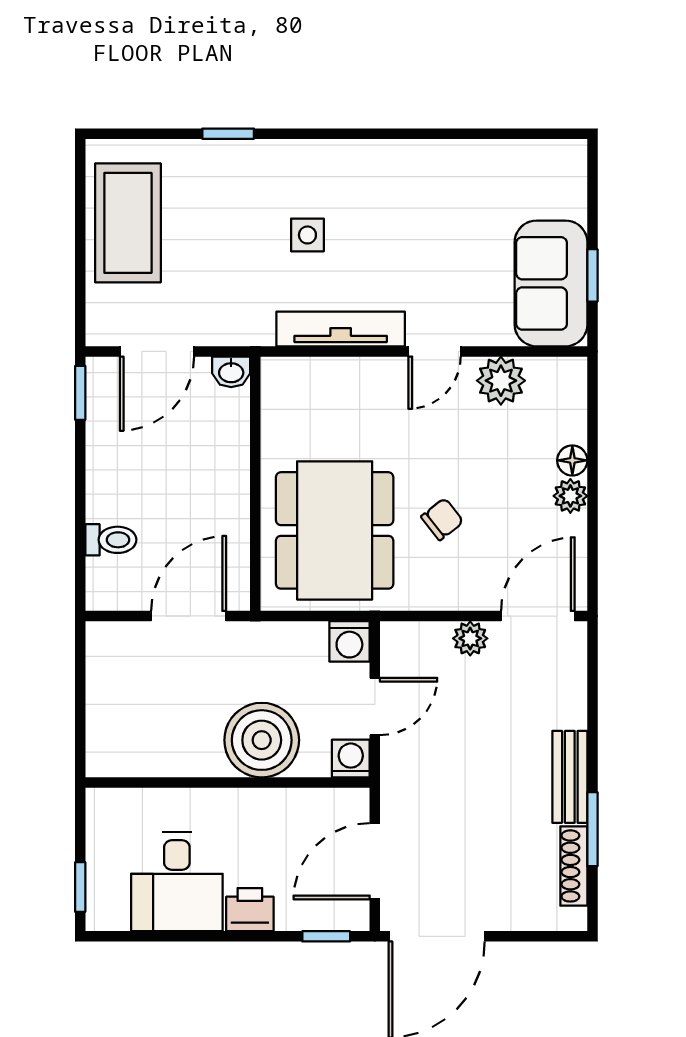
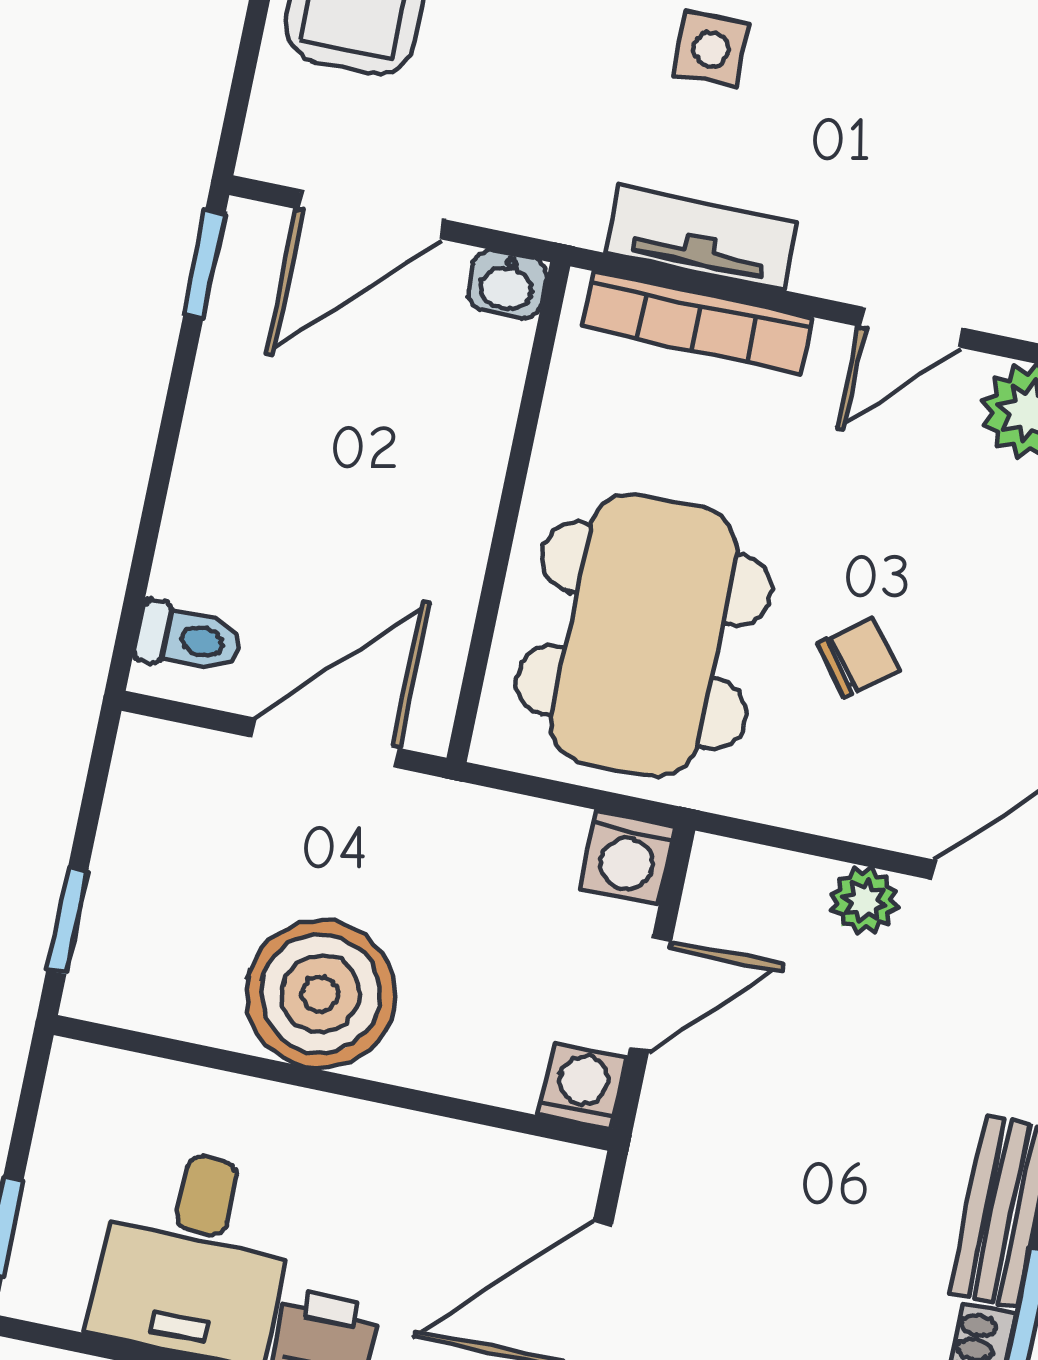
tv unit: (341, 329) -> (701, 238), width x0.71
bookcase: (328, 371) -> (697, 322), added
toilet: (111, 540) -> (189, 638), moved
window: (80, 730) -> (67, 921), added
boiler: (262, 740) -> (320, 994), moved

